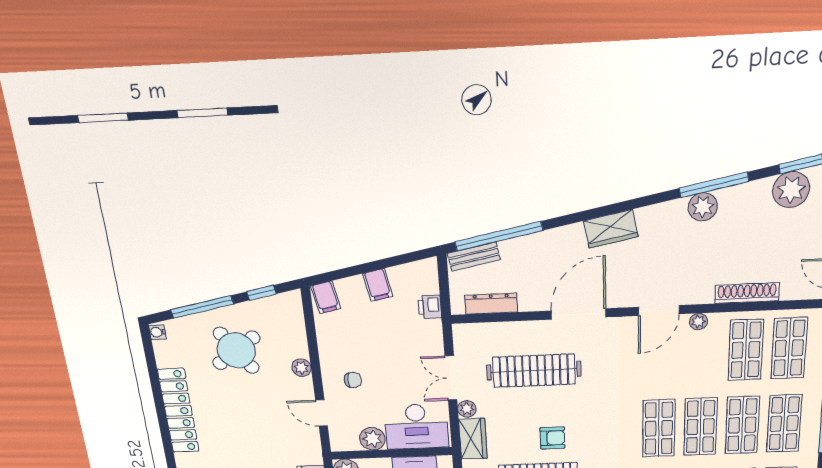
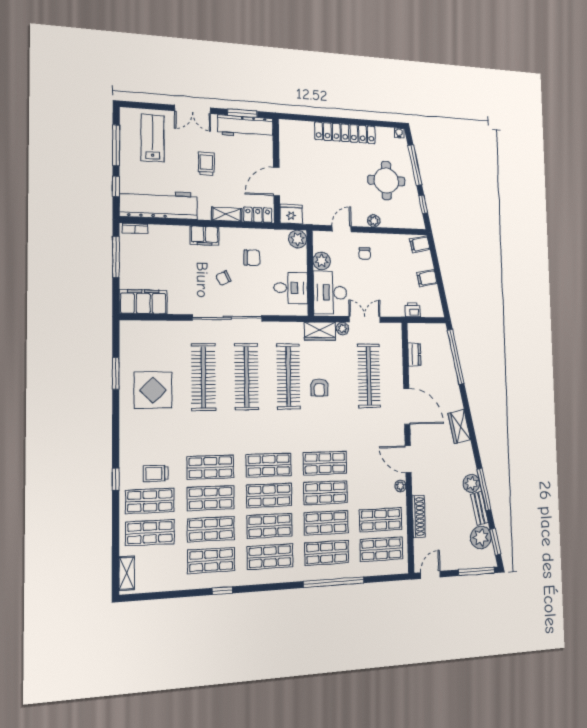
bench: (474, 257) -> (479, 508), moved
dresser: (491, 304) -> (414, 355), width x0.70
round table: (236, 350) -> (386, 181), turned 35

